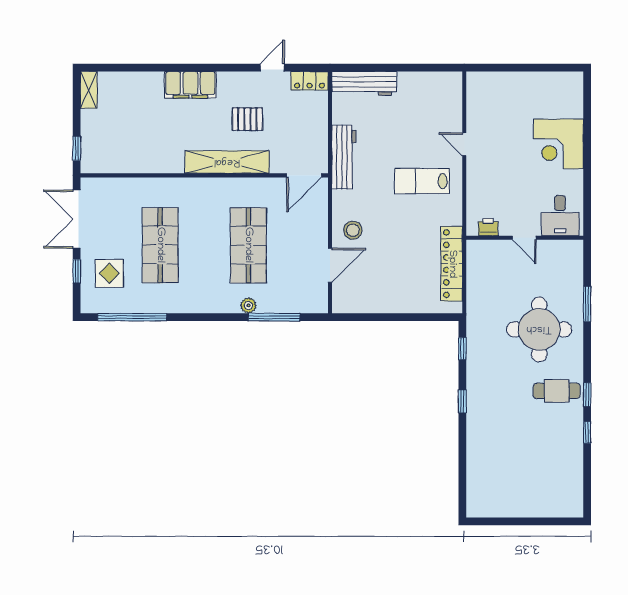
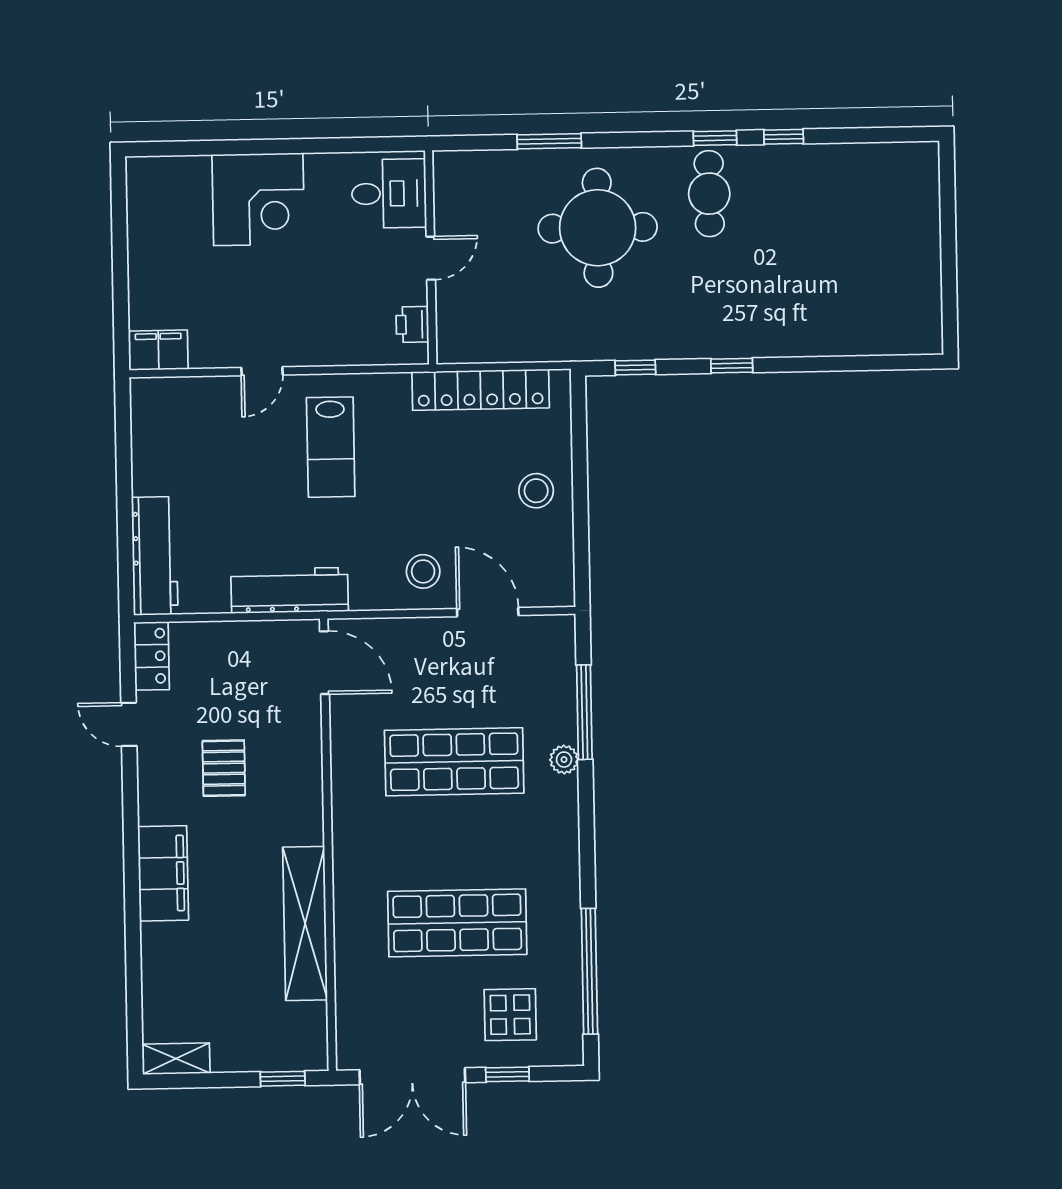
filing cabinet: (477, 88) -> (158, 350), added
shelving: (227, 162) -> (305, 923), moved
stool: (396, 293) -> (536, 491), added

